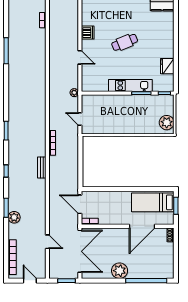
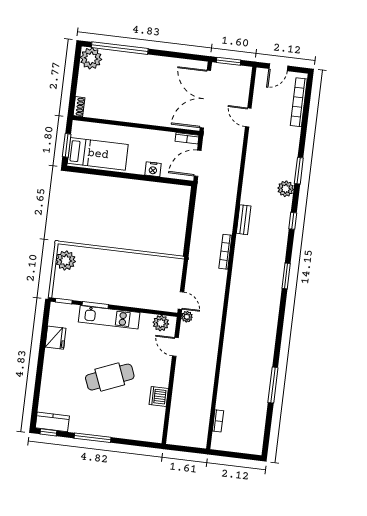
cafe table: (125, 42) -> (110, 377), width x1.37, depth x1.35
door: (80, 57) -> (175, 347), moved
plant: (92, 86) -> (161, 323), added
door: (80, 119) -> (181, 300), moved
nightstand: (112, 196) -> (153, 169), added
door: (80, 204) -> (198, 163), swing flipped
plant: (14, 217) -> (286, 189), moved
door: (142, 226) -> (116, 123), removed
plant: (120, 271) -> (91, 58), moved
door: (30, 281) -> (278, 67), hinge flipped

